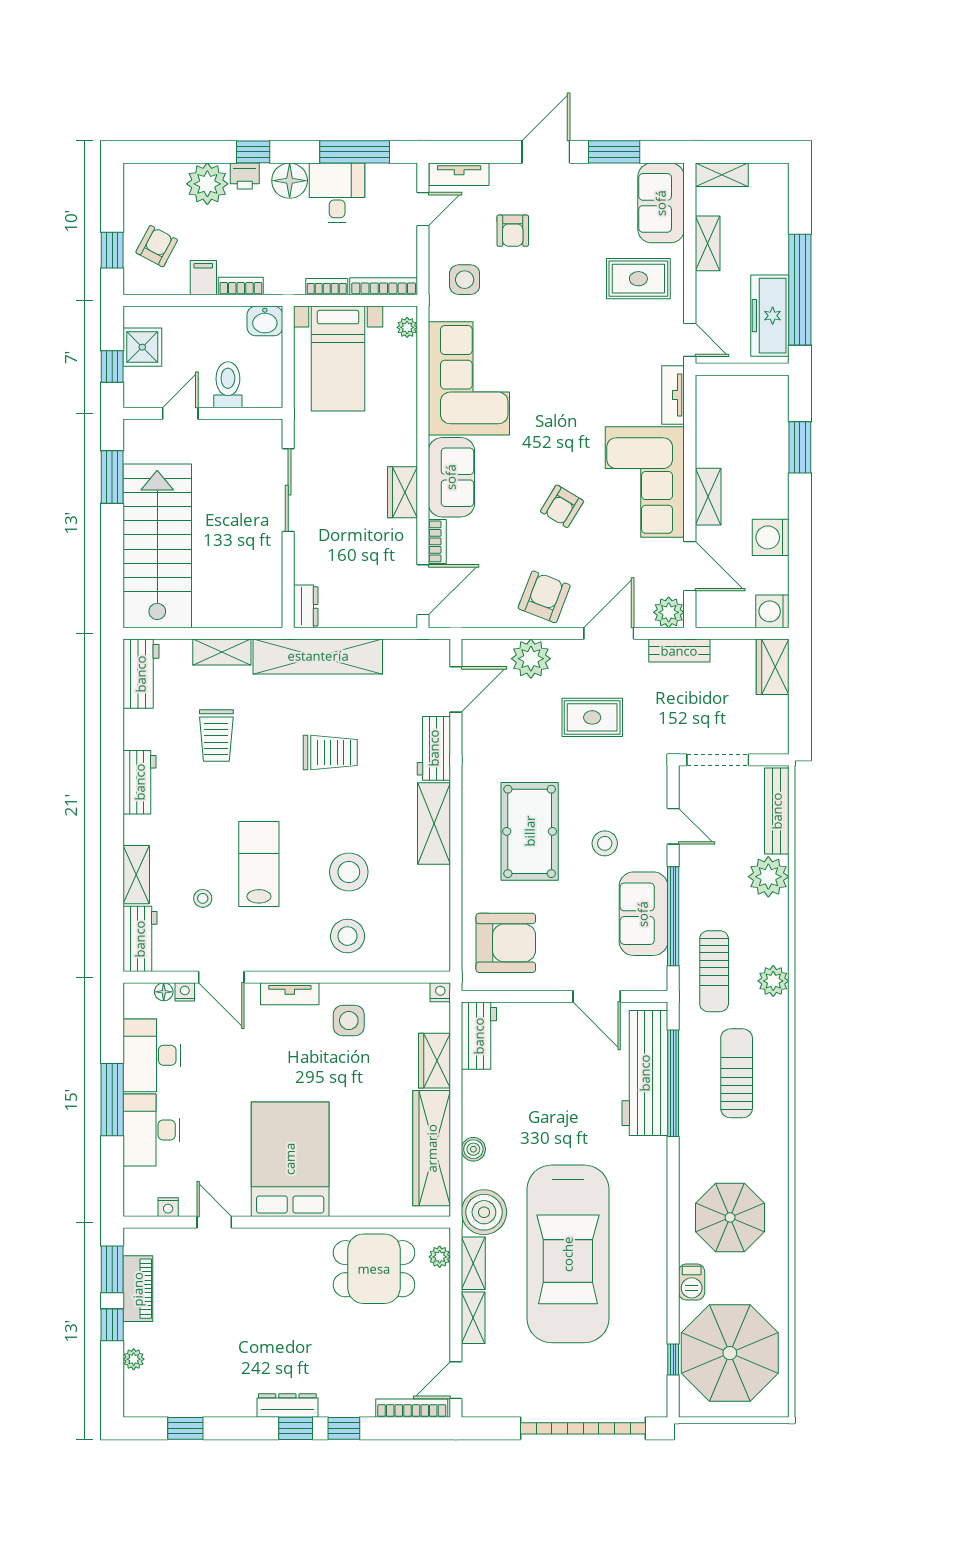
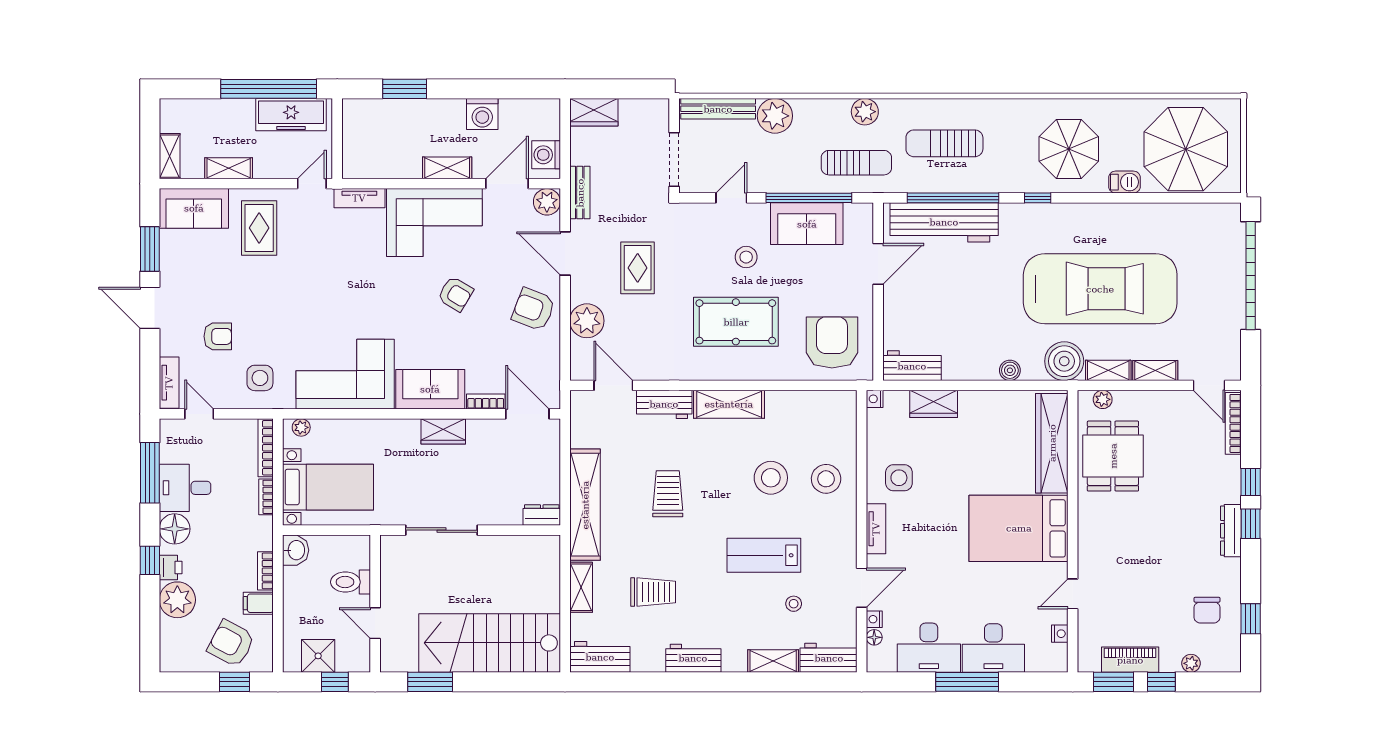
armchair: (157, 246) -> (231, 643), width x1.38, depth x1.38
washing machine: (772, 611) -> (546, 155), moved, turned 90
wardrobe: (432, 1148) -> (1052, 443), moved, turned 90
window: (673, 1360) -> (1038, 198), moved
chair: (195, 1378) -> (1207, 610), added

